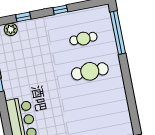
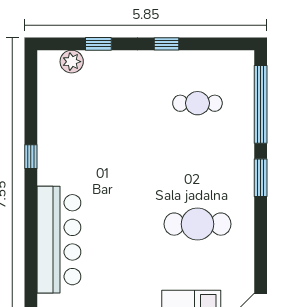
cafe table: (90, 71) -> (197, 224), moved
window: (126, 72) -> (261, 178), added

